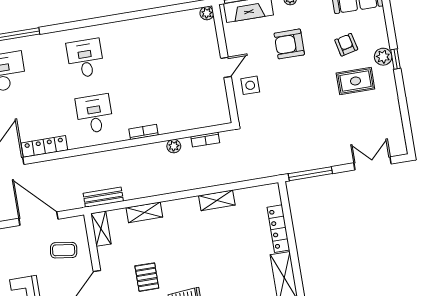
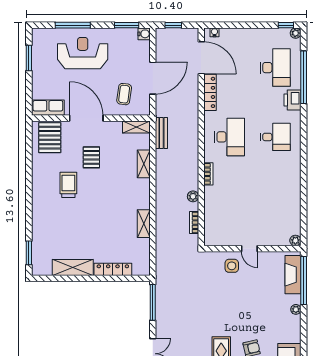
armchair: (289, 44) -> (260, 303), removed
printer: (37, 45) -> (292, 100), added
desk: (94, 114) -> (229, 137), width x1.37
pallet: (147, 277) -> (91, 157), turned 90

